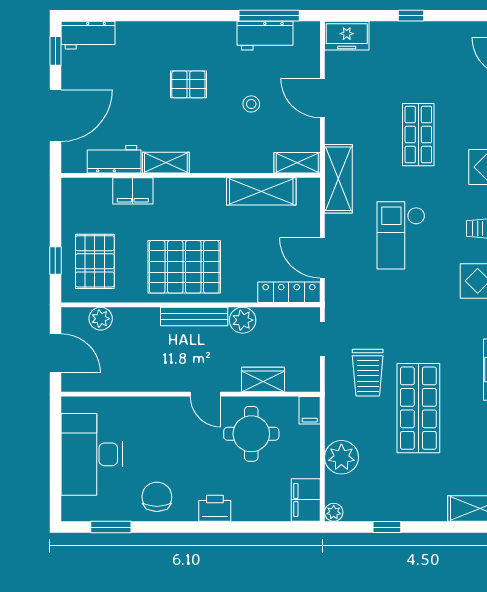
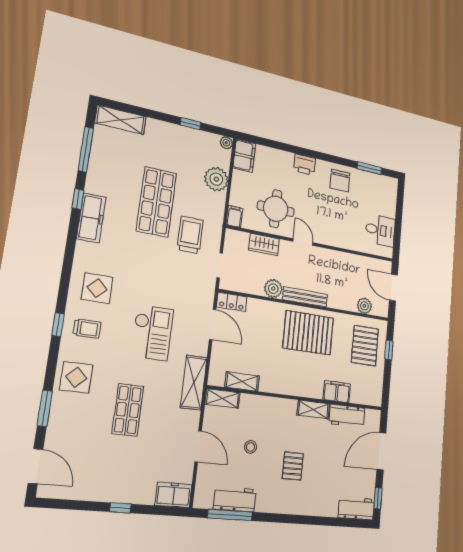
pallet: (188, 84) -> (293, 466), turned 90
shelving: (261, 191) -> (242, 382), width x0.67, depth x0.75
locker: (289, 292) -> (232, 302), width x0.66
desk: (92, 454) -> (380, 230), width x0.53, depth x0.77

